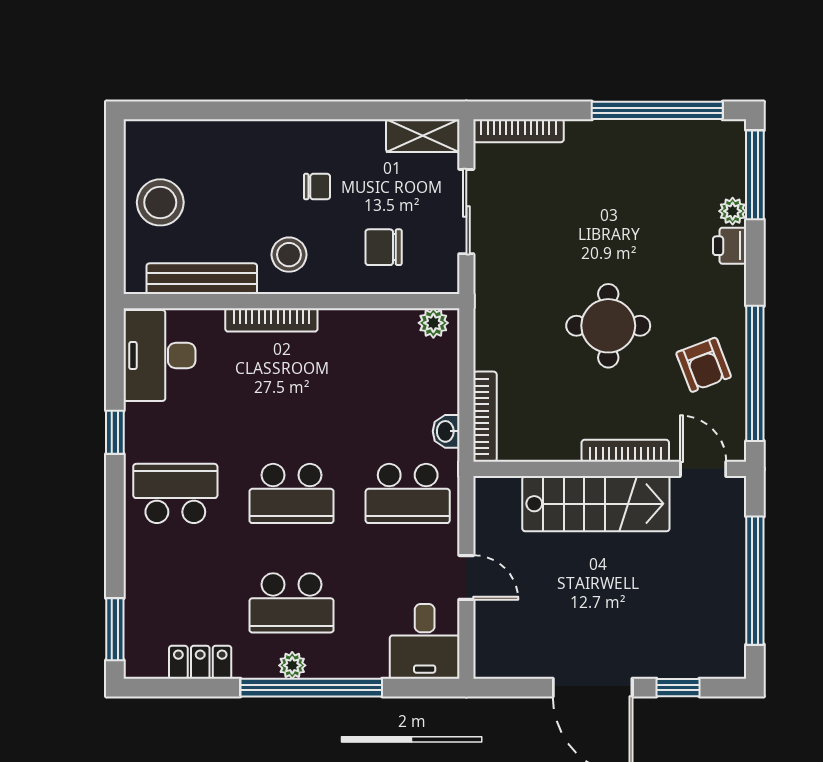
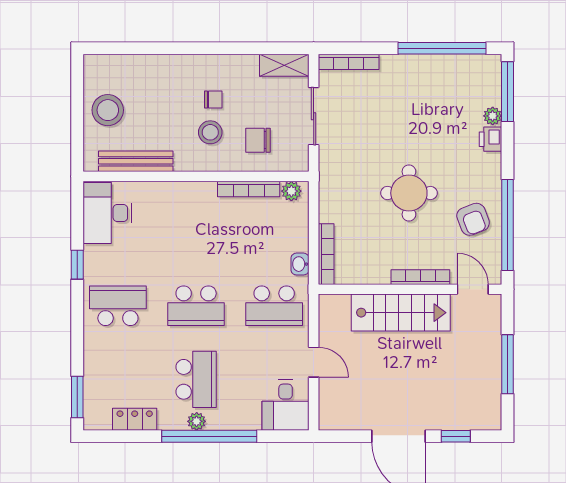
stool: (289, 255) -> (210, 132), moved
bookcase: (271, 320) -> (249, 189), moved
window: (755, 581) -> (508, 364), width x0.68
school desk: (291, 603) -> (196, 379), turned -90

